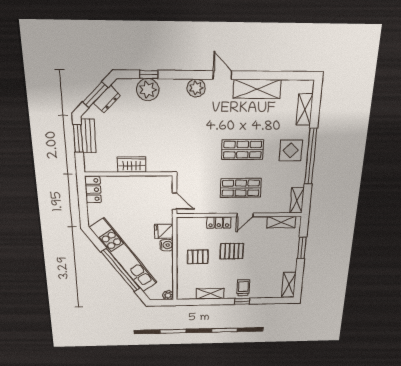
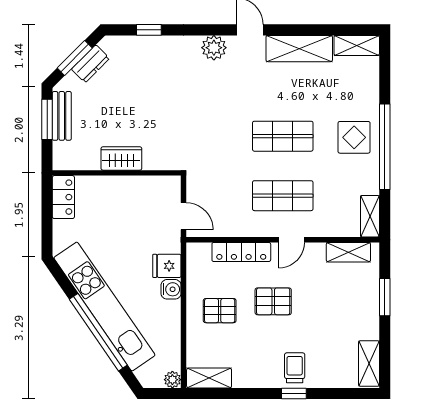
plant: (148, 90) -> (147, 51), removed
shelving: (305, 109) -> (357, 45), moved, turned 90
locker: (219, 223) -> (241, 252), width x1.53
shelving: (210, 294) -> (209, 378), moved

